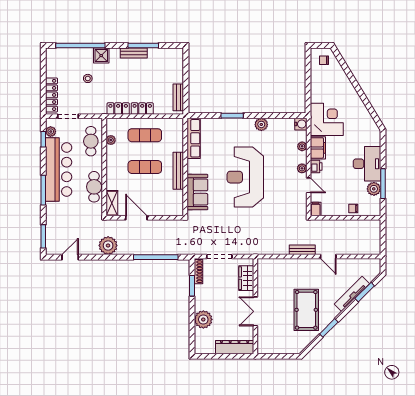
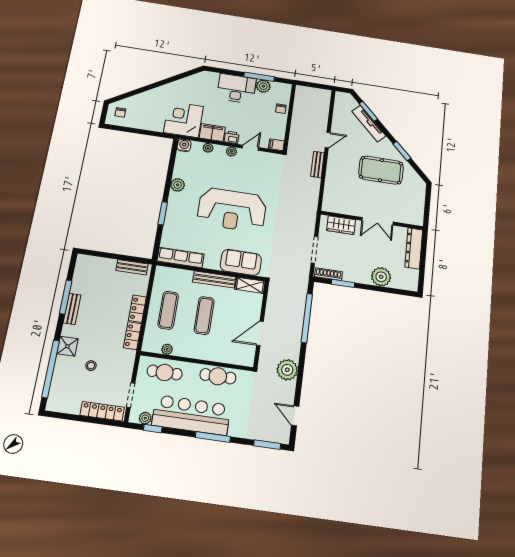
shelving: (112, 203) -> (250, 285), moved

